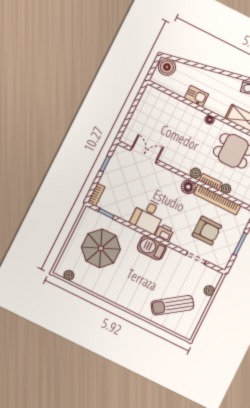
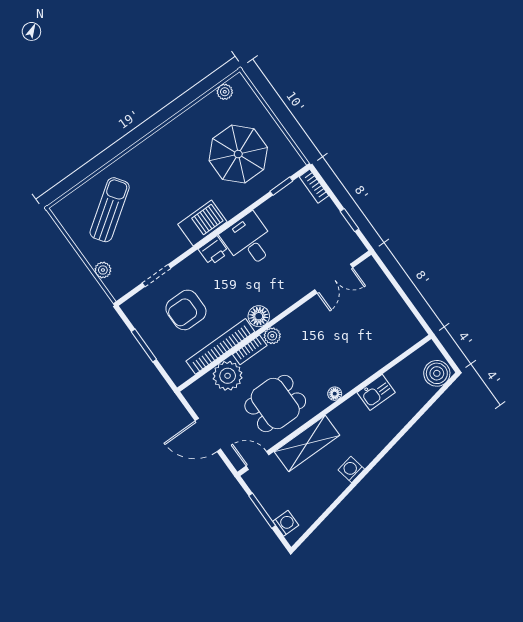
plant: (226, 189) -> (228, 376), width x1.87, depth x1.87

